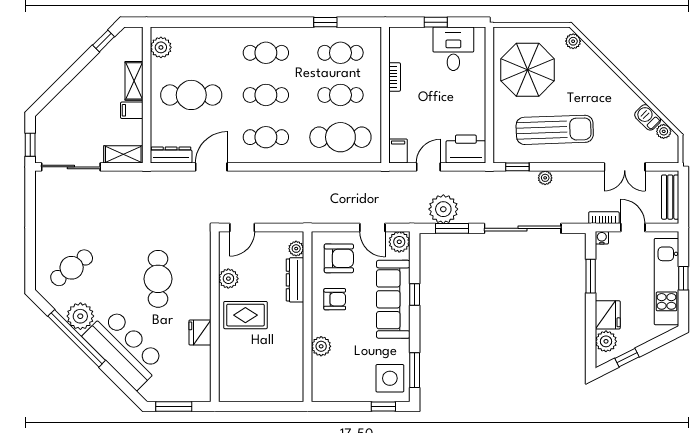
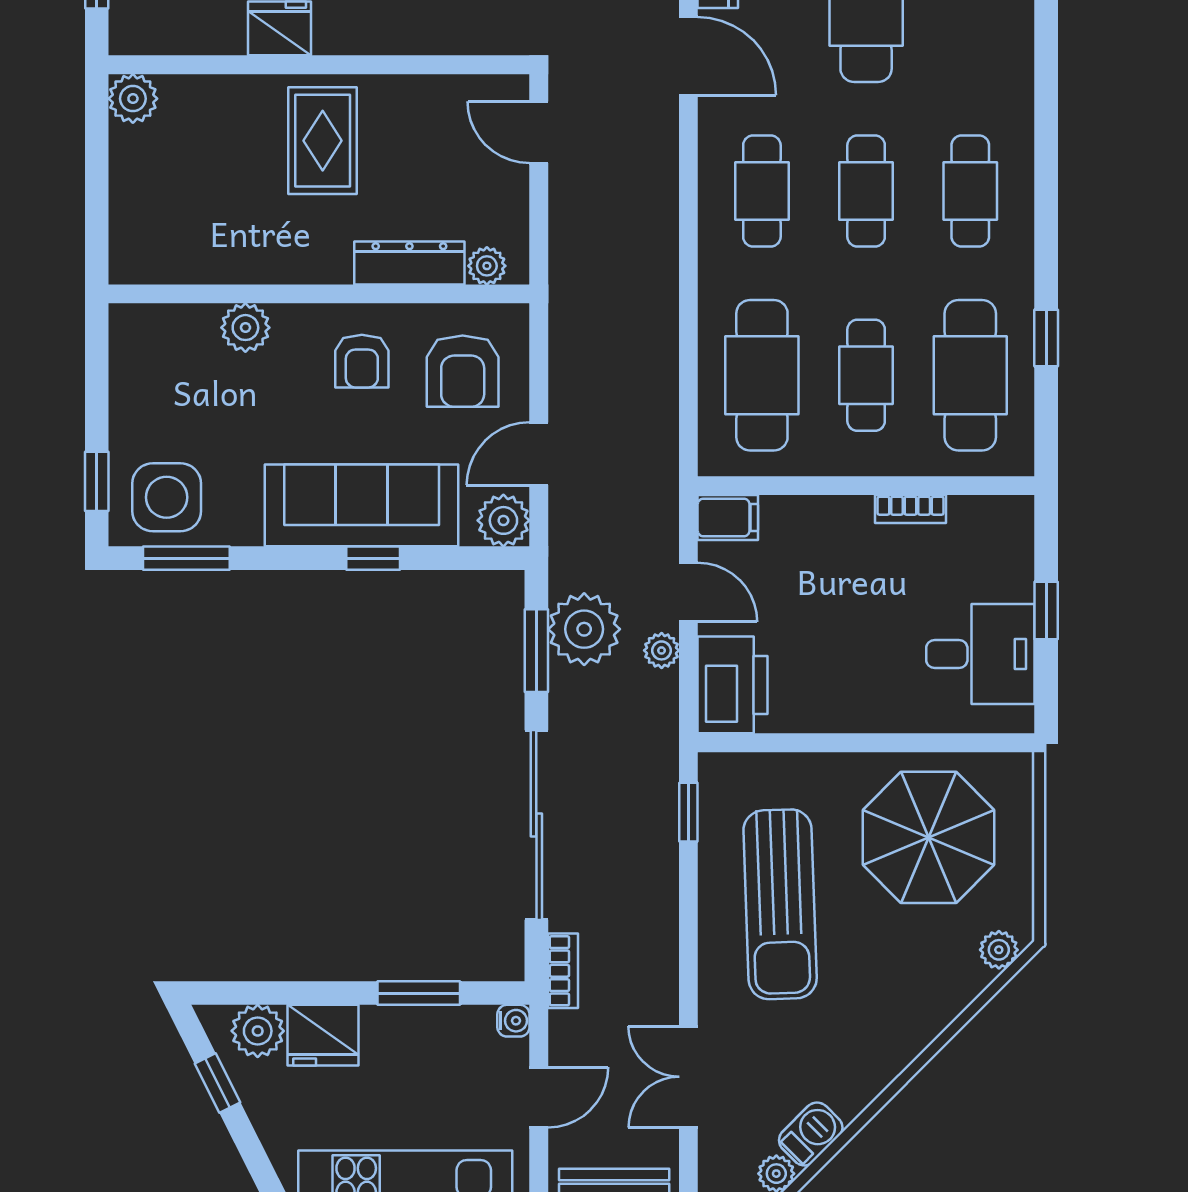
cafe table: (340, 53) -> (970, 375), width x1.37, depth x1.35
plant: (545, 178) -> (662, 650), moved
bookcase: (604, 218) -> (563, 971), moved
plant: (228, 279) -> (133, 99), moved

